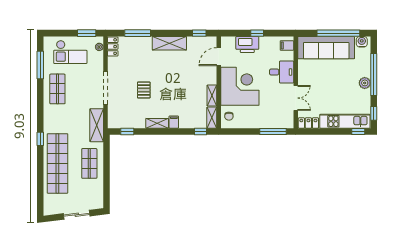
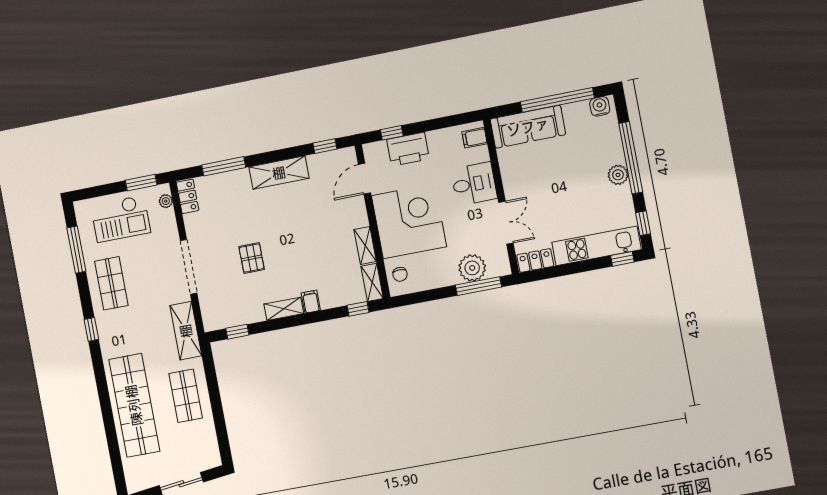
window: (257, 33) -> (392, 133), moved
sofa: (326, 48) -> (528, 127), width x0.74, depth x0.79
plant: (271, 120) -> (472, 268), added
window: (40, 139) -> (91, 329), moved

